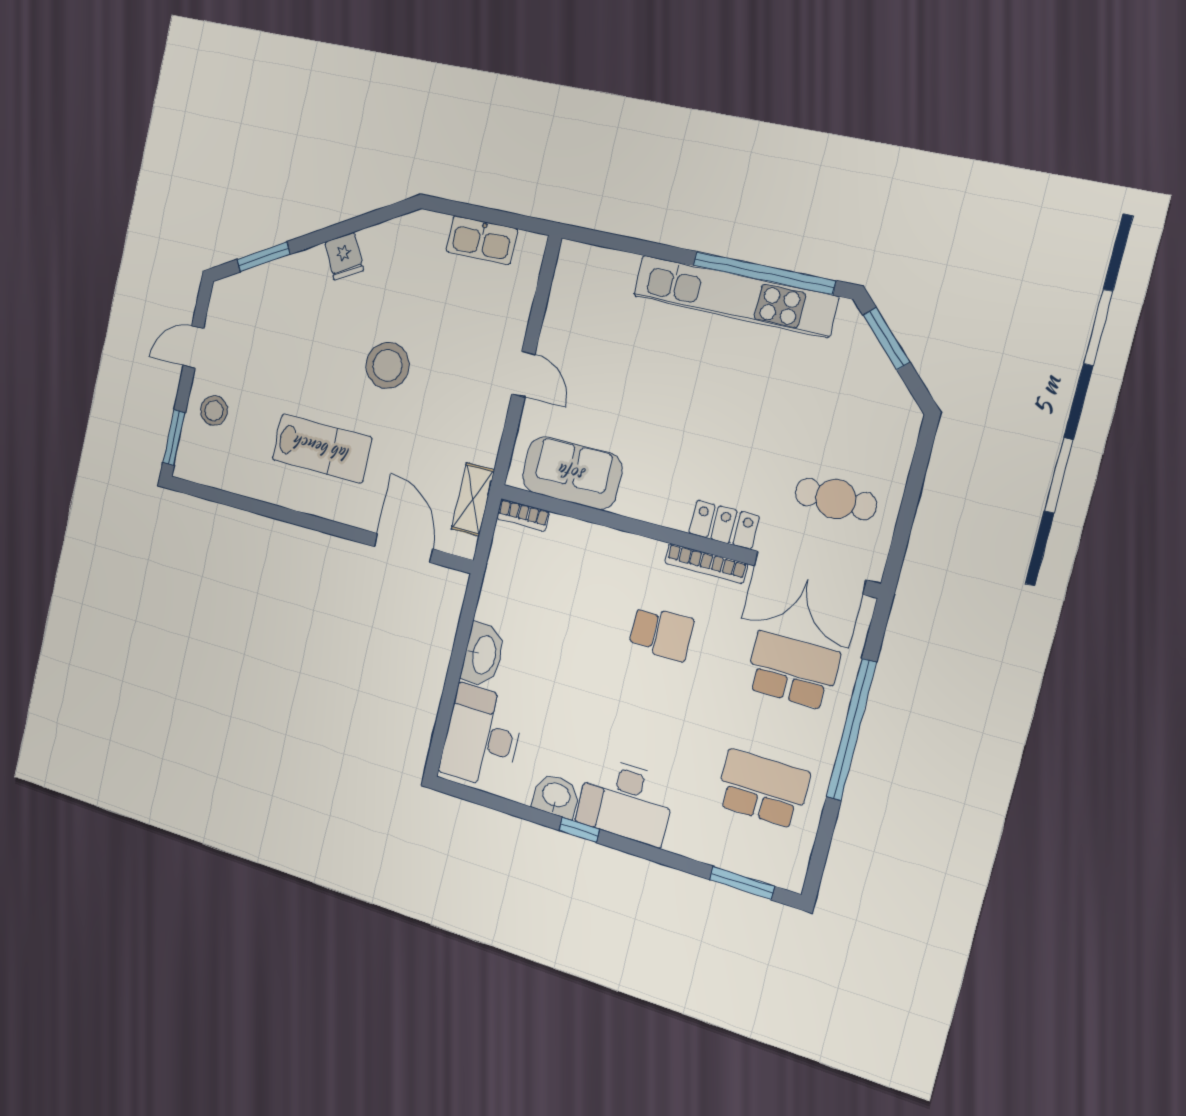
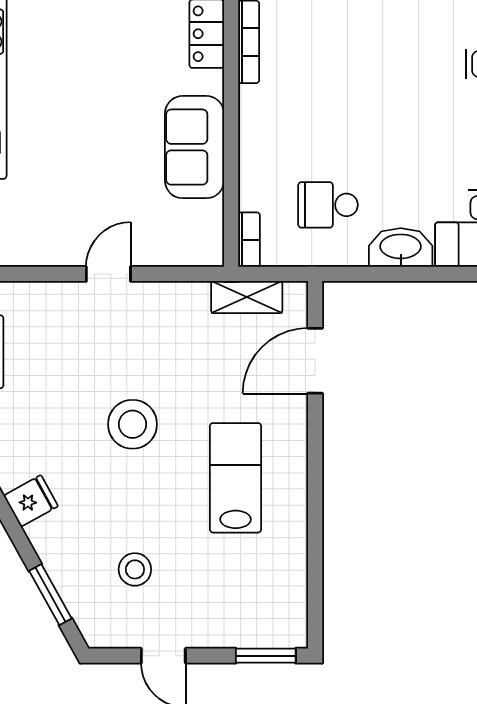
stool: (214, 411) -> (135, 569), moved
sofa: (572, 473) -> (194, 147), moved
school desk: (661, 633) -> (328, 205), moved, turned -90

